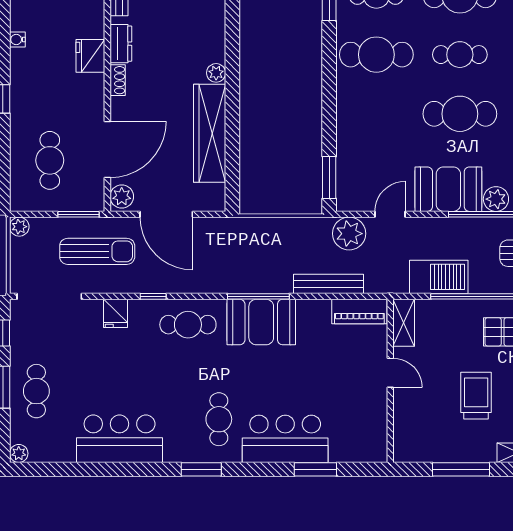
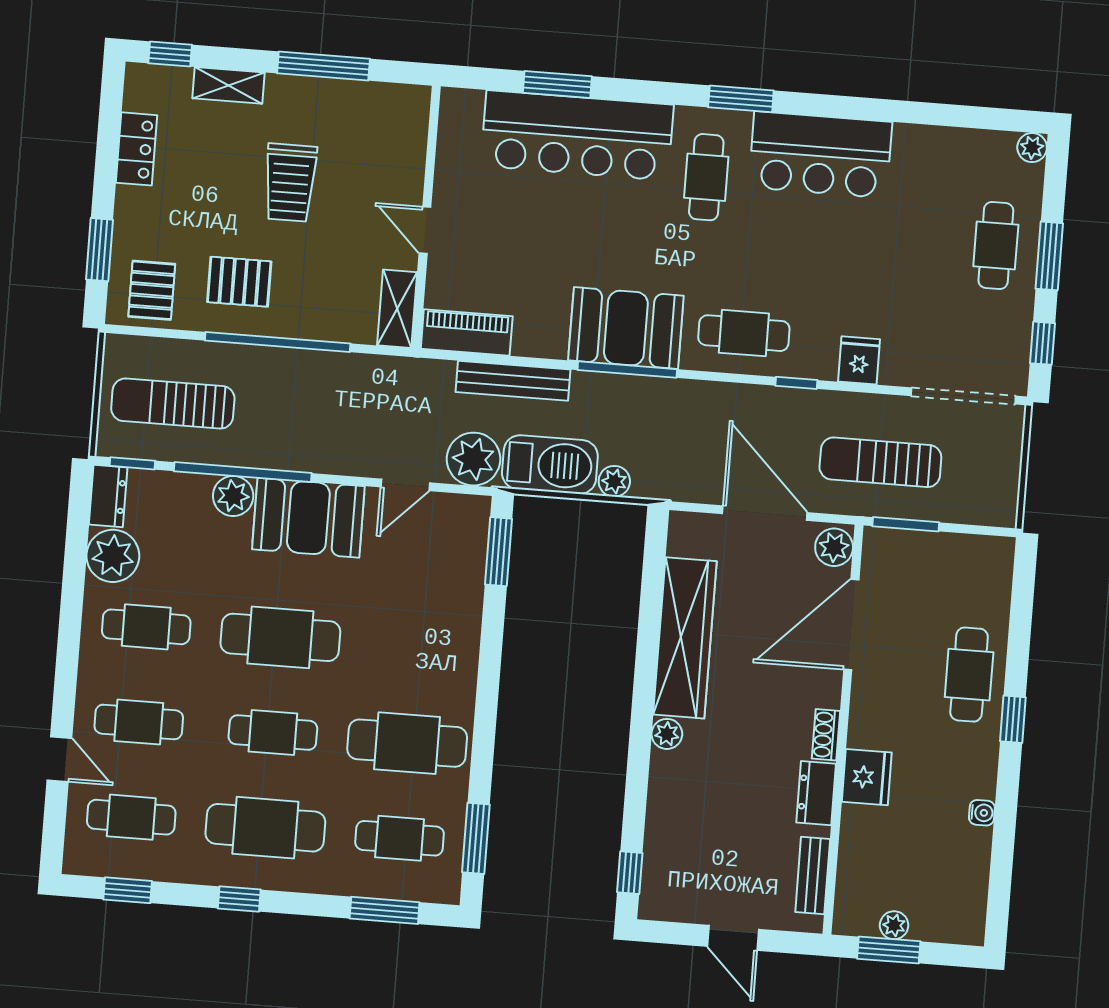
cafe table: (50, 160) -> (969, 675), moved
plant: (19, 227) -> (614, 481), moved
barbecue: (439, 277) -> (550, 465), moved, turned 180
bar counter: (120, 439) -> (820, 155), moved
bar counter: (285, 439) -> (577, 135), width x1.36

